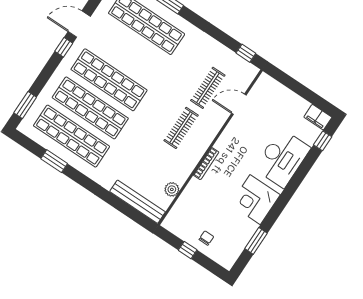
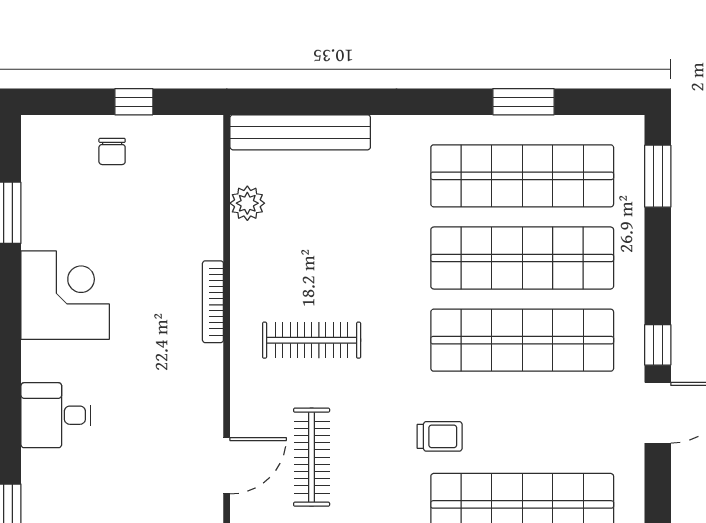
trolley: (159, 66) -> (440, 436), added
clothes rail: (181, 128) -> (312, 340), turned 90
desk: (282, 158) -> (56, 415), width x0.53, depth x0.77

